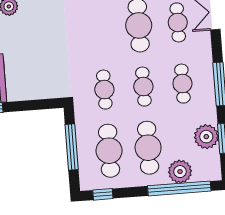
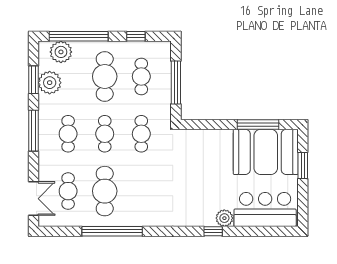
cafe table: (109, 151) -> (141, 76), width x0.73, depth x0.74
plant: (180, 172) -> (61, 52), moved
window: (103, 194) -> (136, 36), moved

